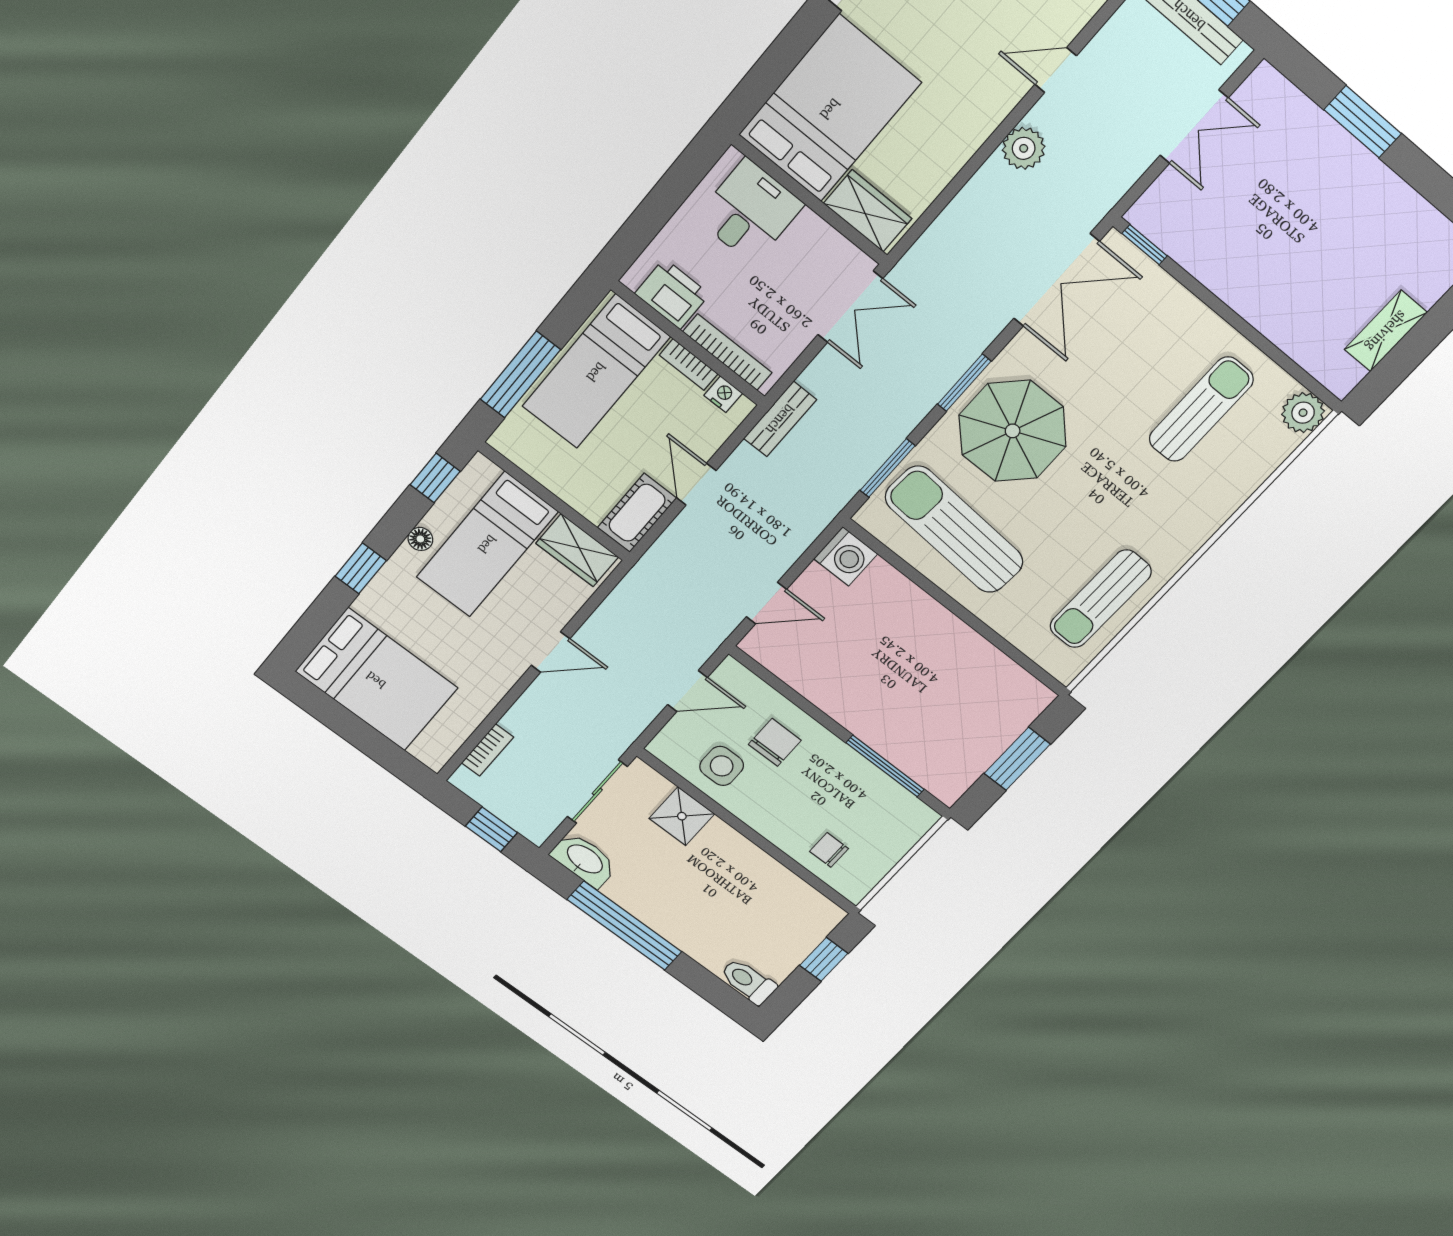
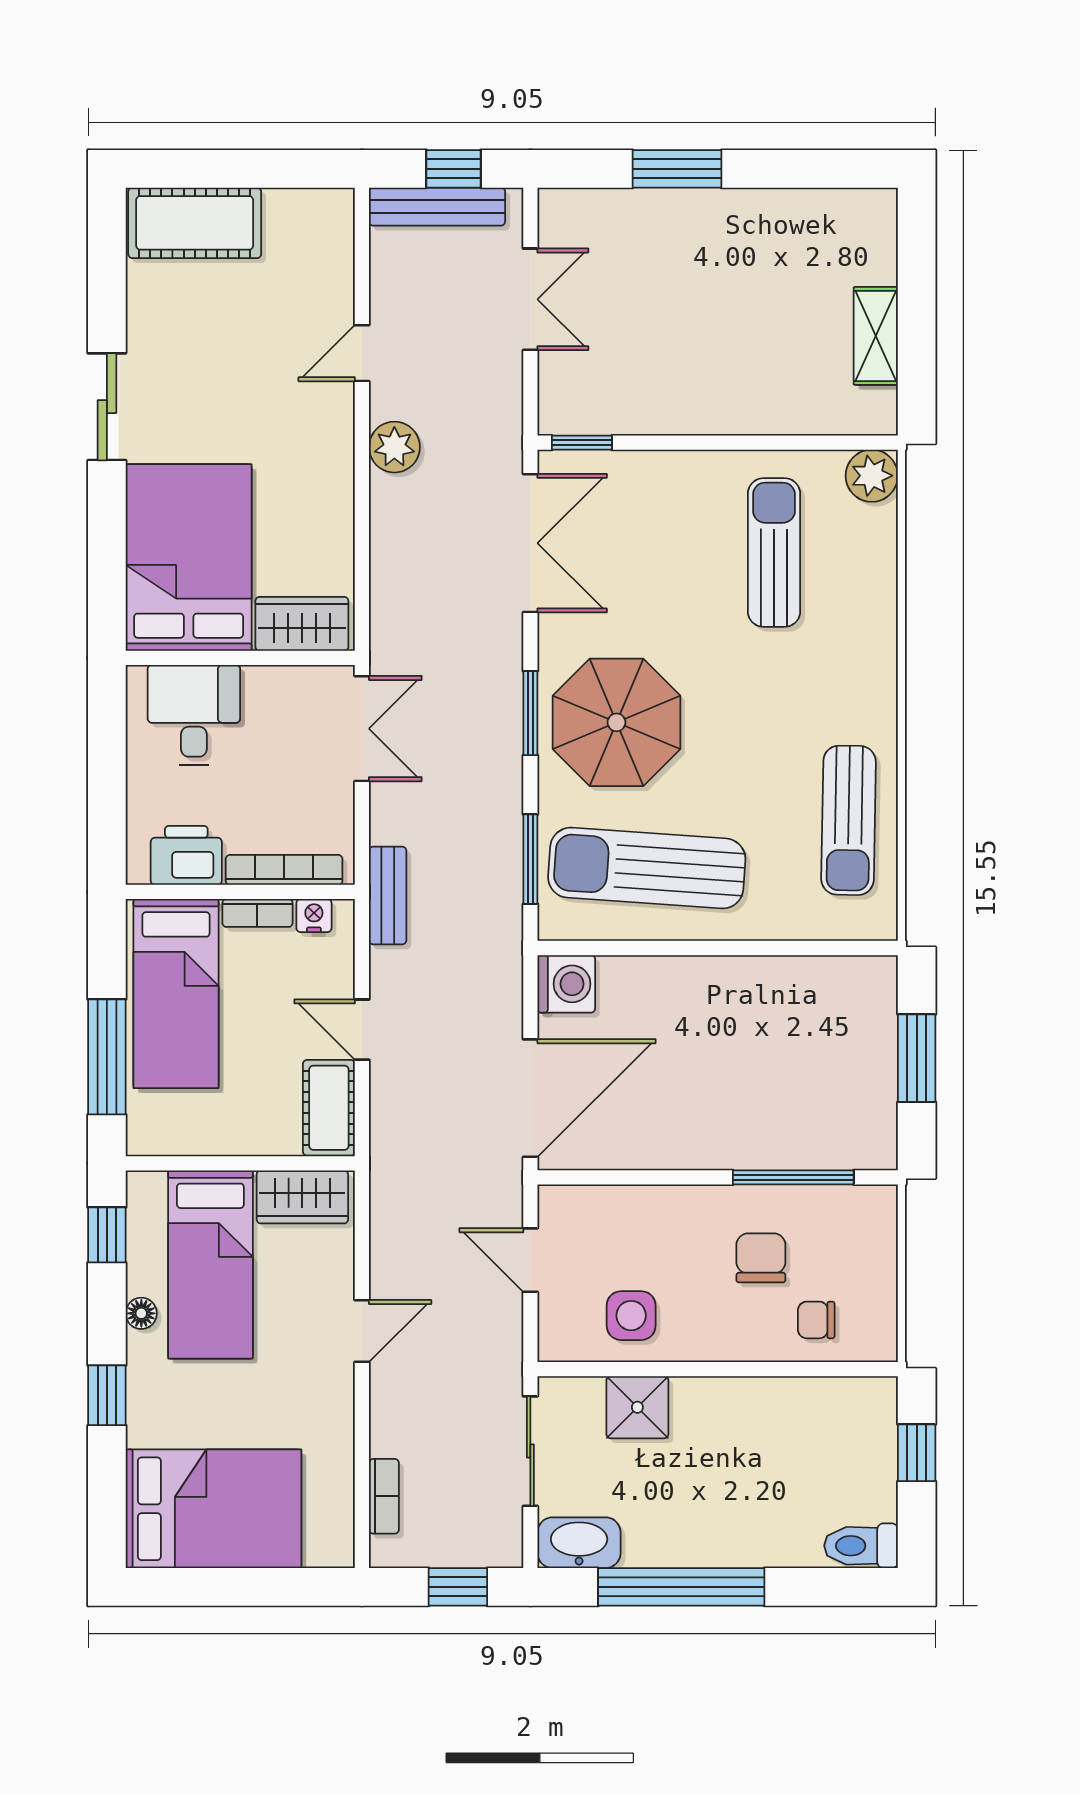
door: (766, 603) -> (530, 1098), width x1.88
door: (687, 691) -> (530, 1260), swing flipped
chair: (775, 742) -> (761, 1258), moved

